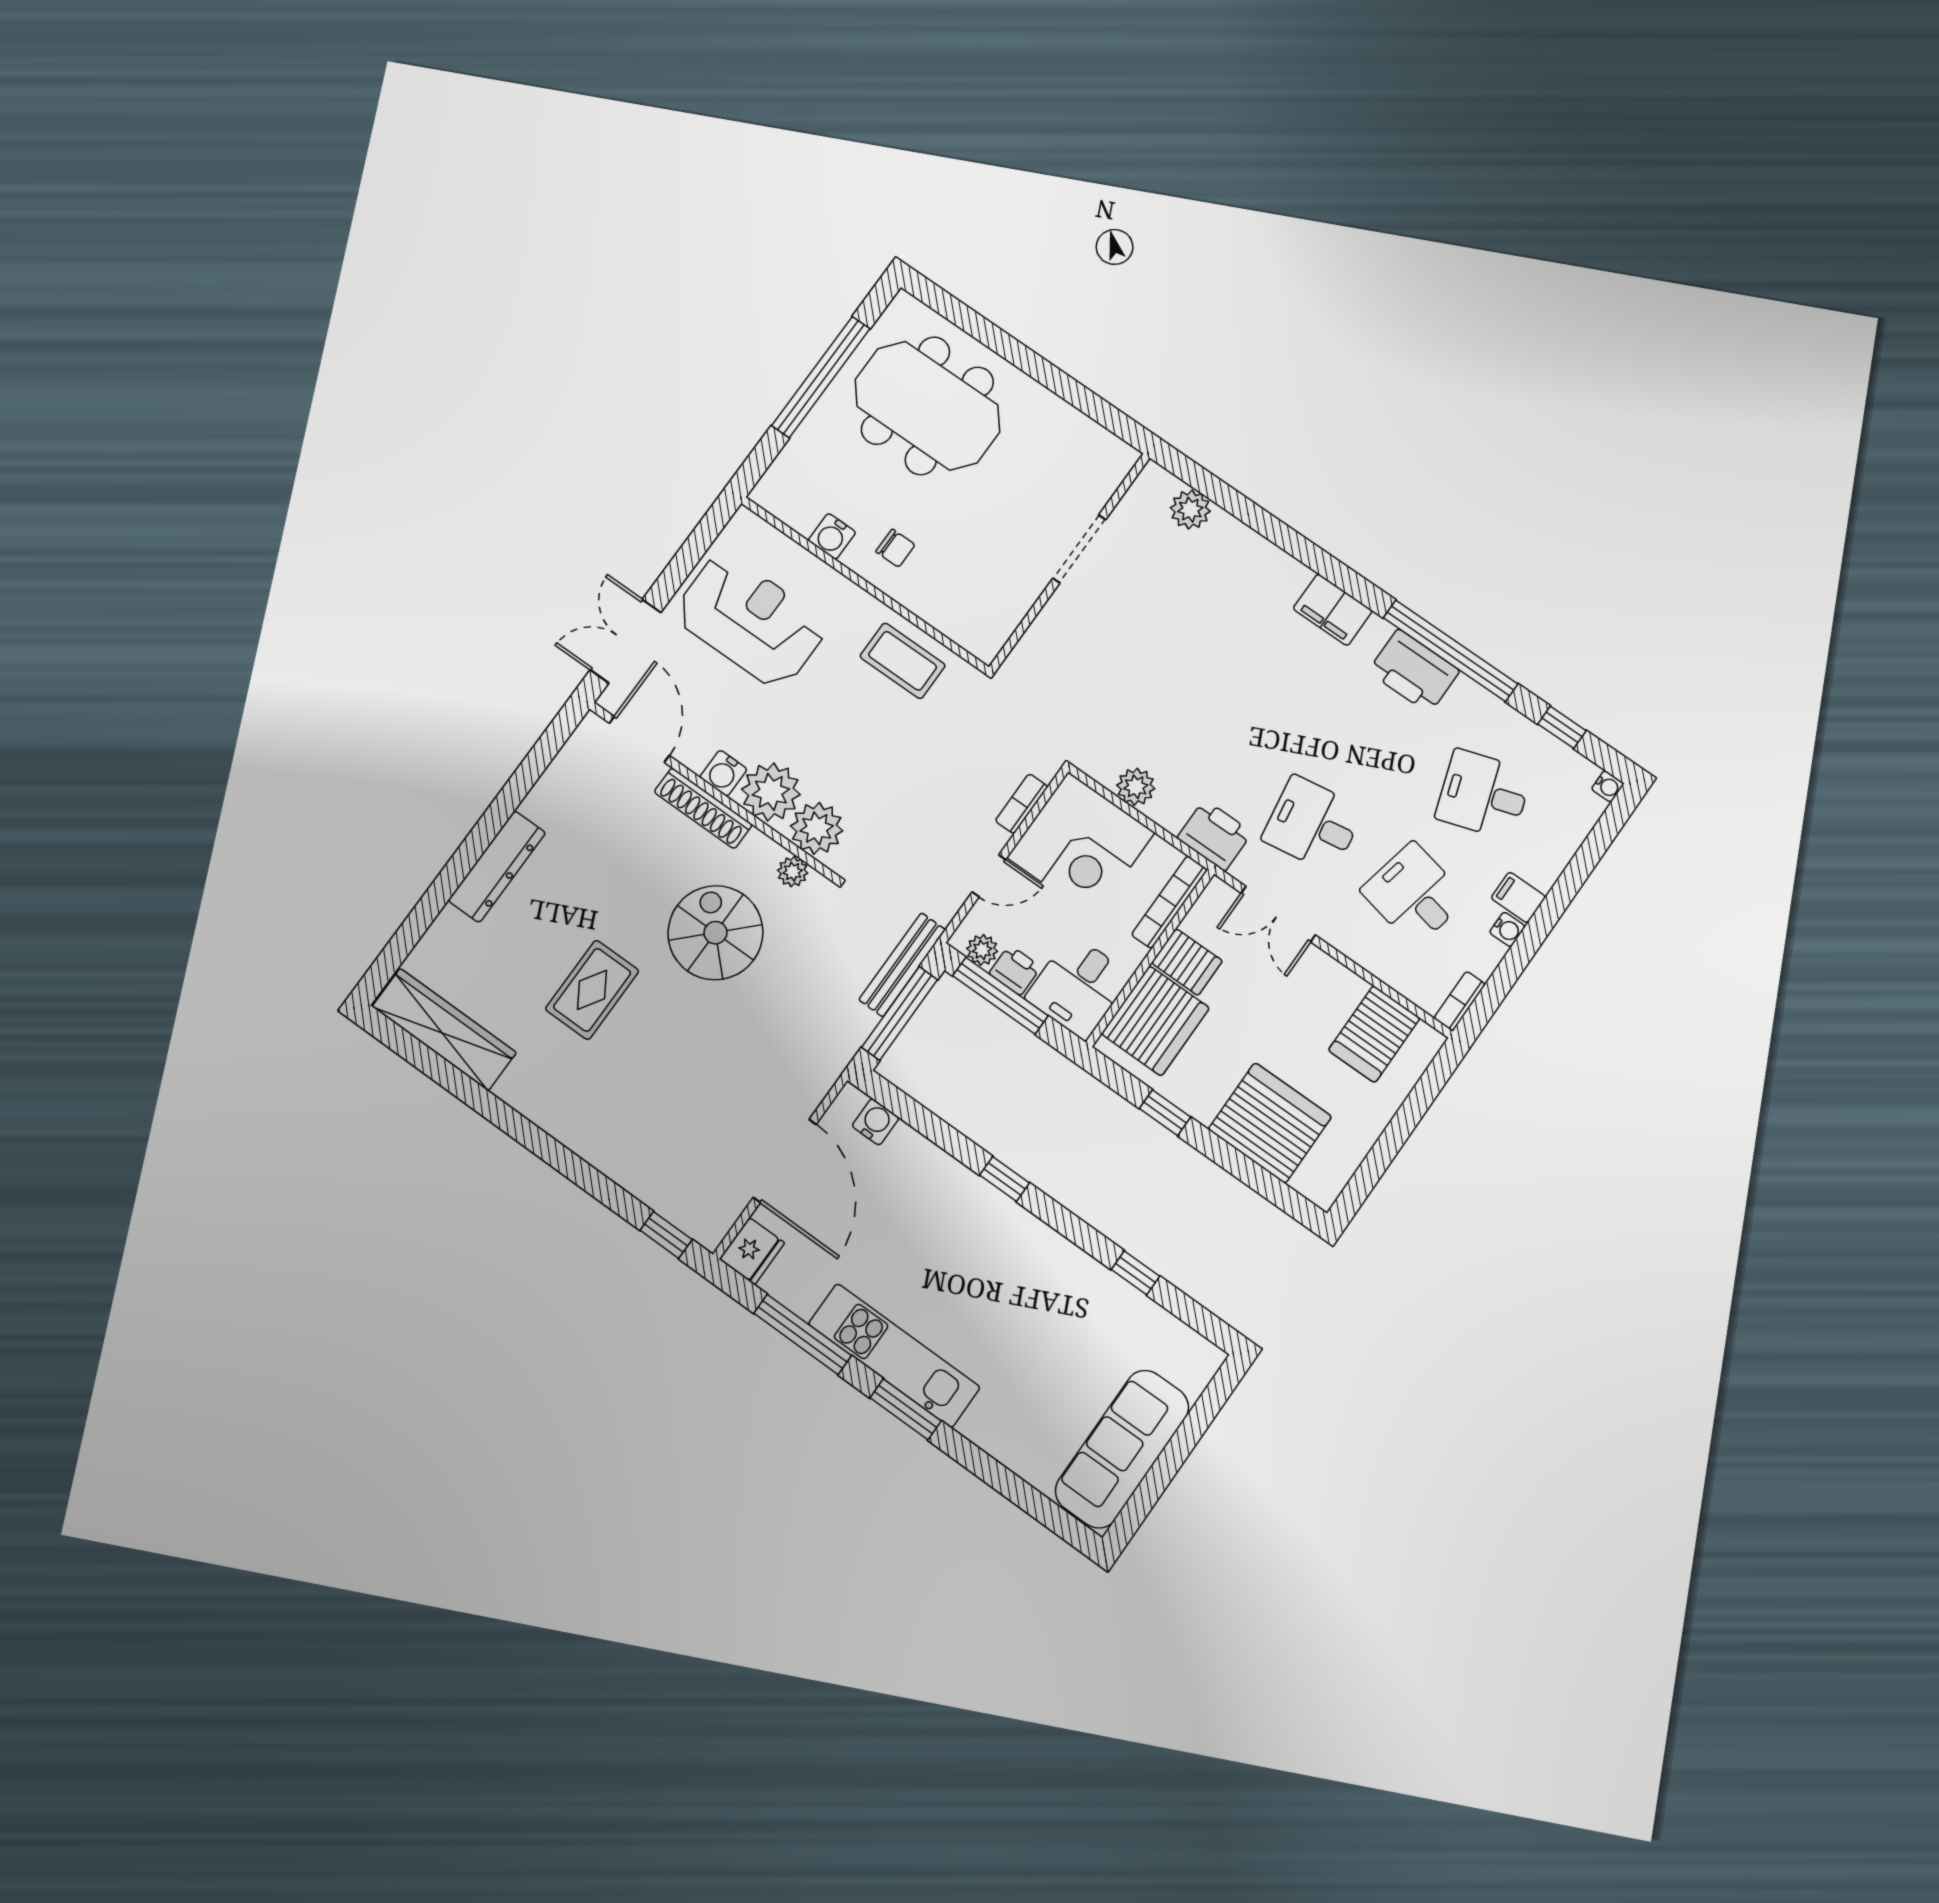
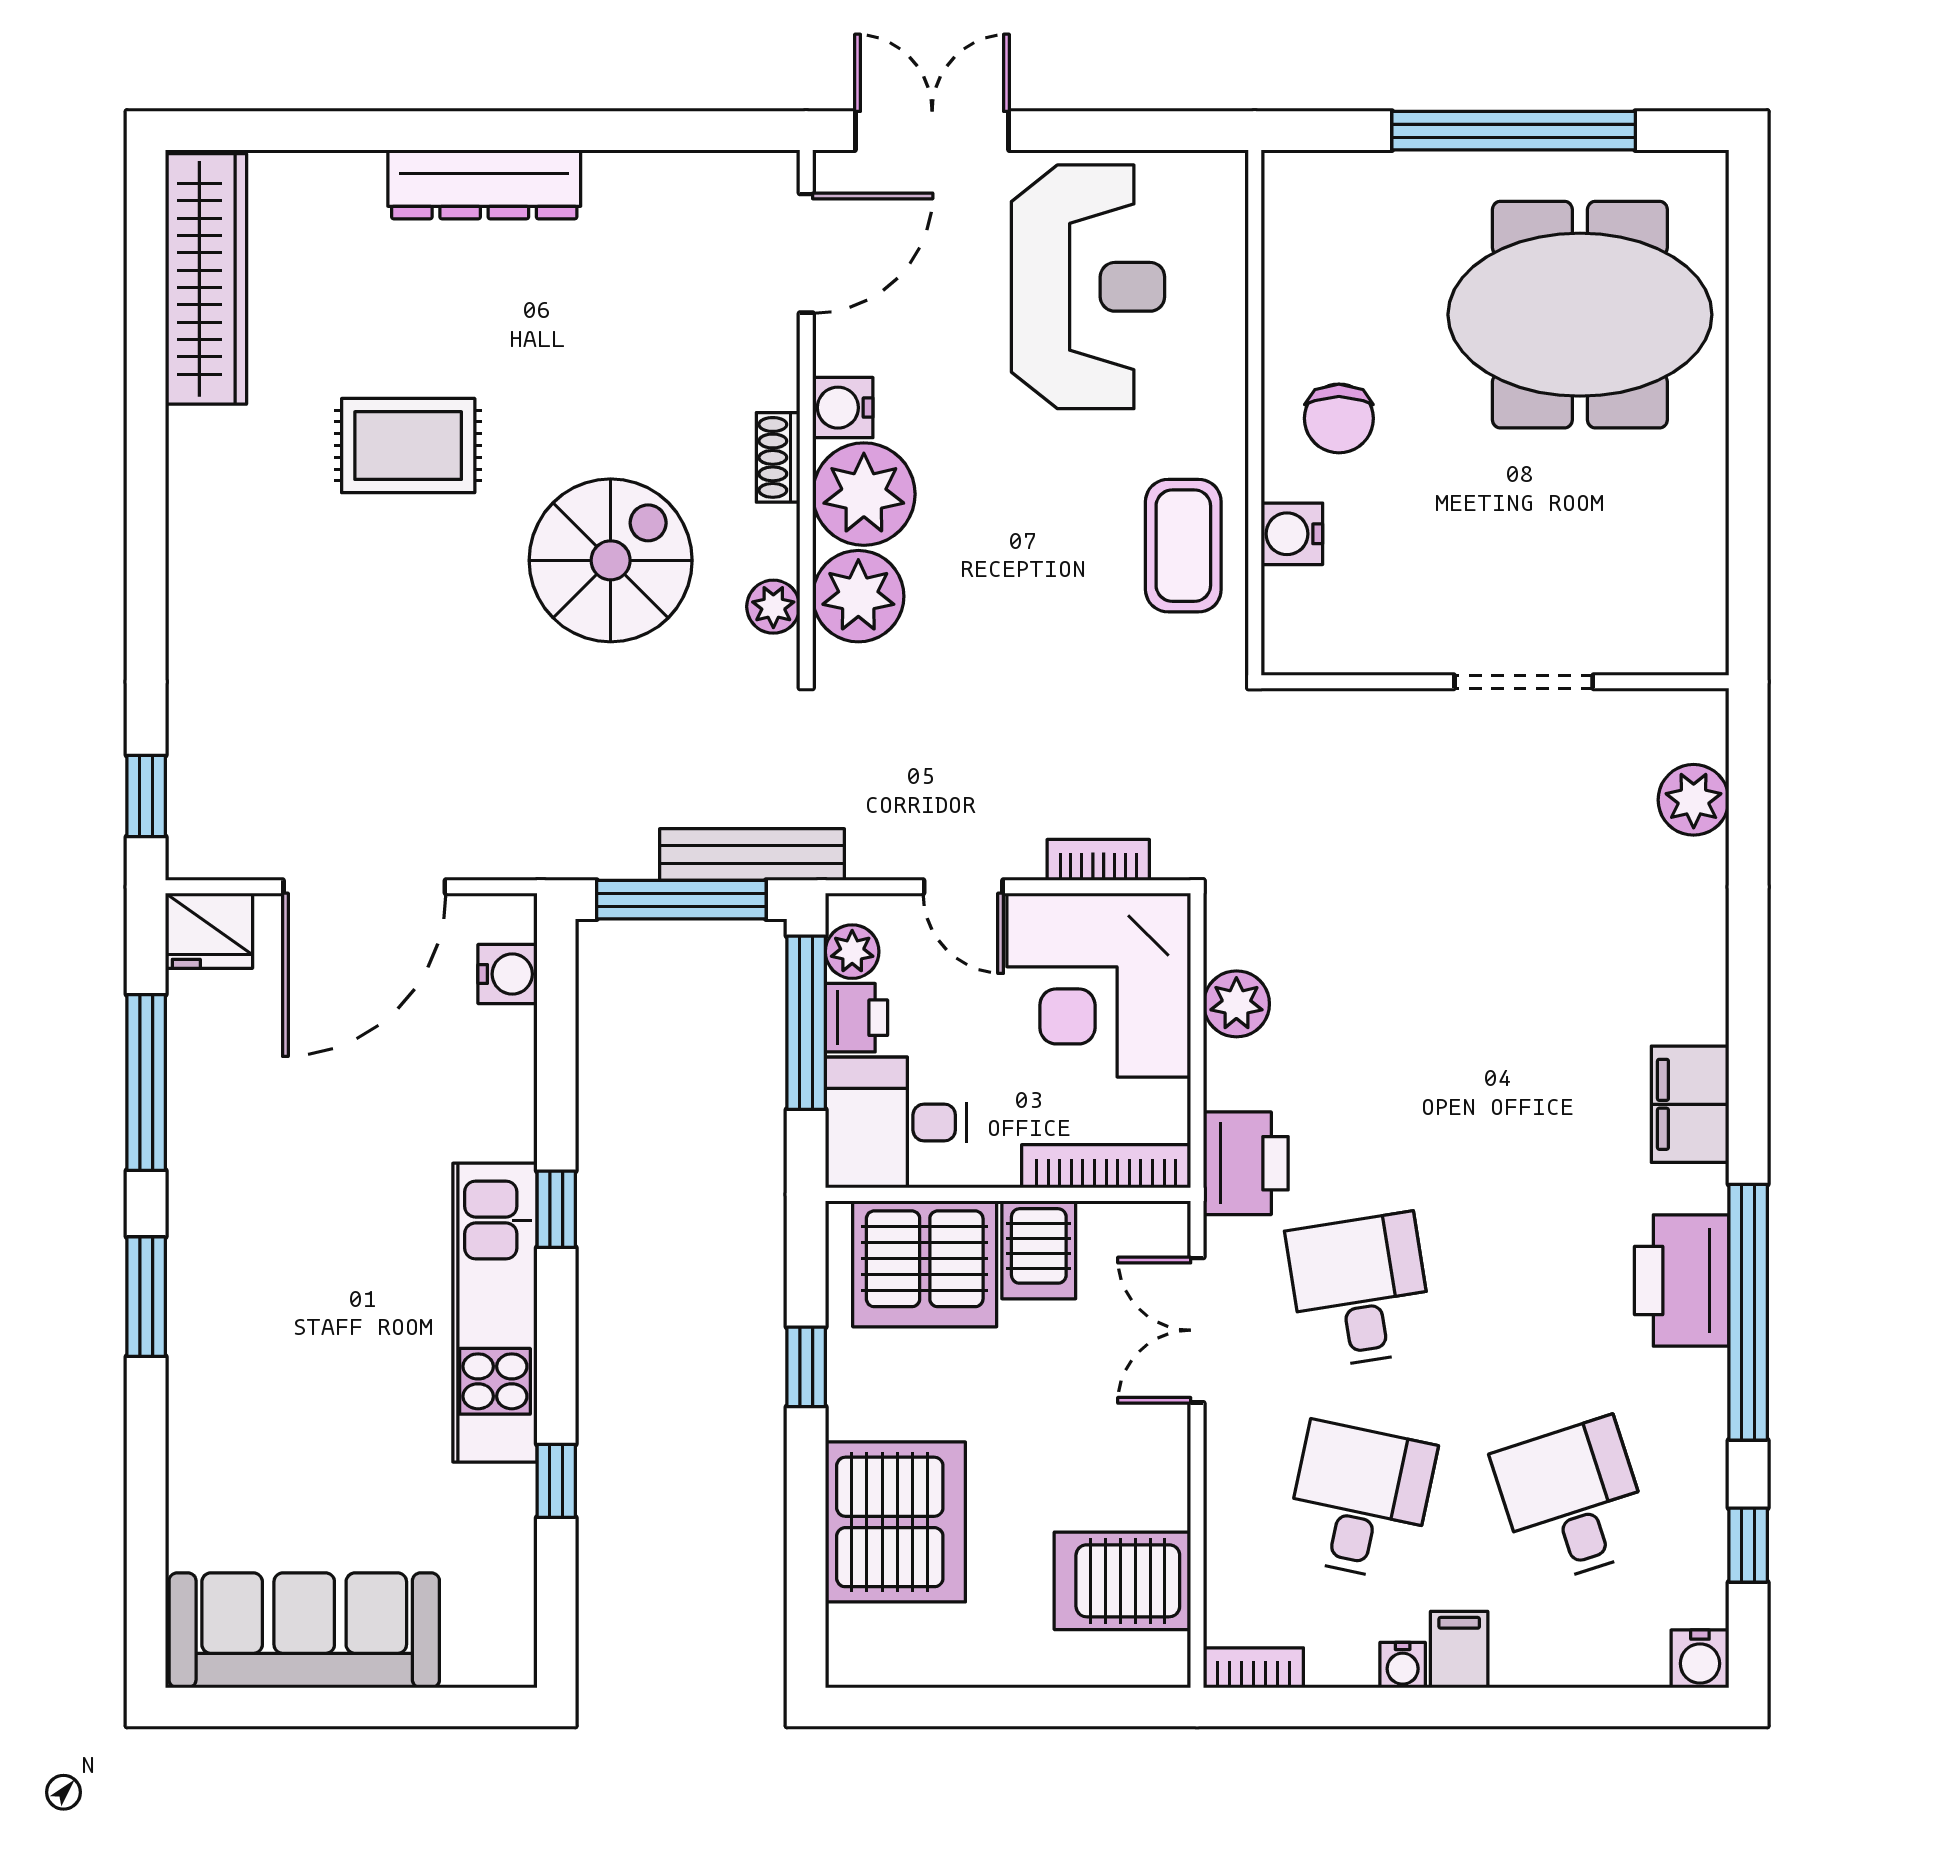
meeting table: (927, 406) -> (1580, 315), turned 90
water cooler: (832, 536) -> (1292, 534), moved
chair: (895, 548) -> (1339, 418), width x1.37, depth x1.37
water cooler: (1608, 786) -> (1700, 1659), width x1.38, depth x1.38
shoe rack: (703, 808) -> (778, 457), width x0.51, depth x0.81
kitchen unit: (894, 1355) -> (495, 1313), moved, turned 180

